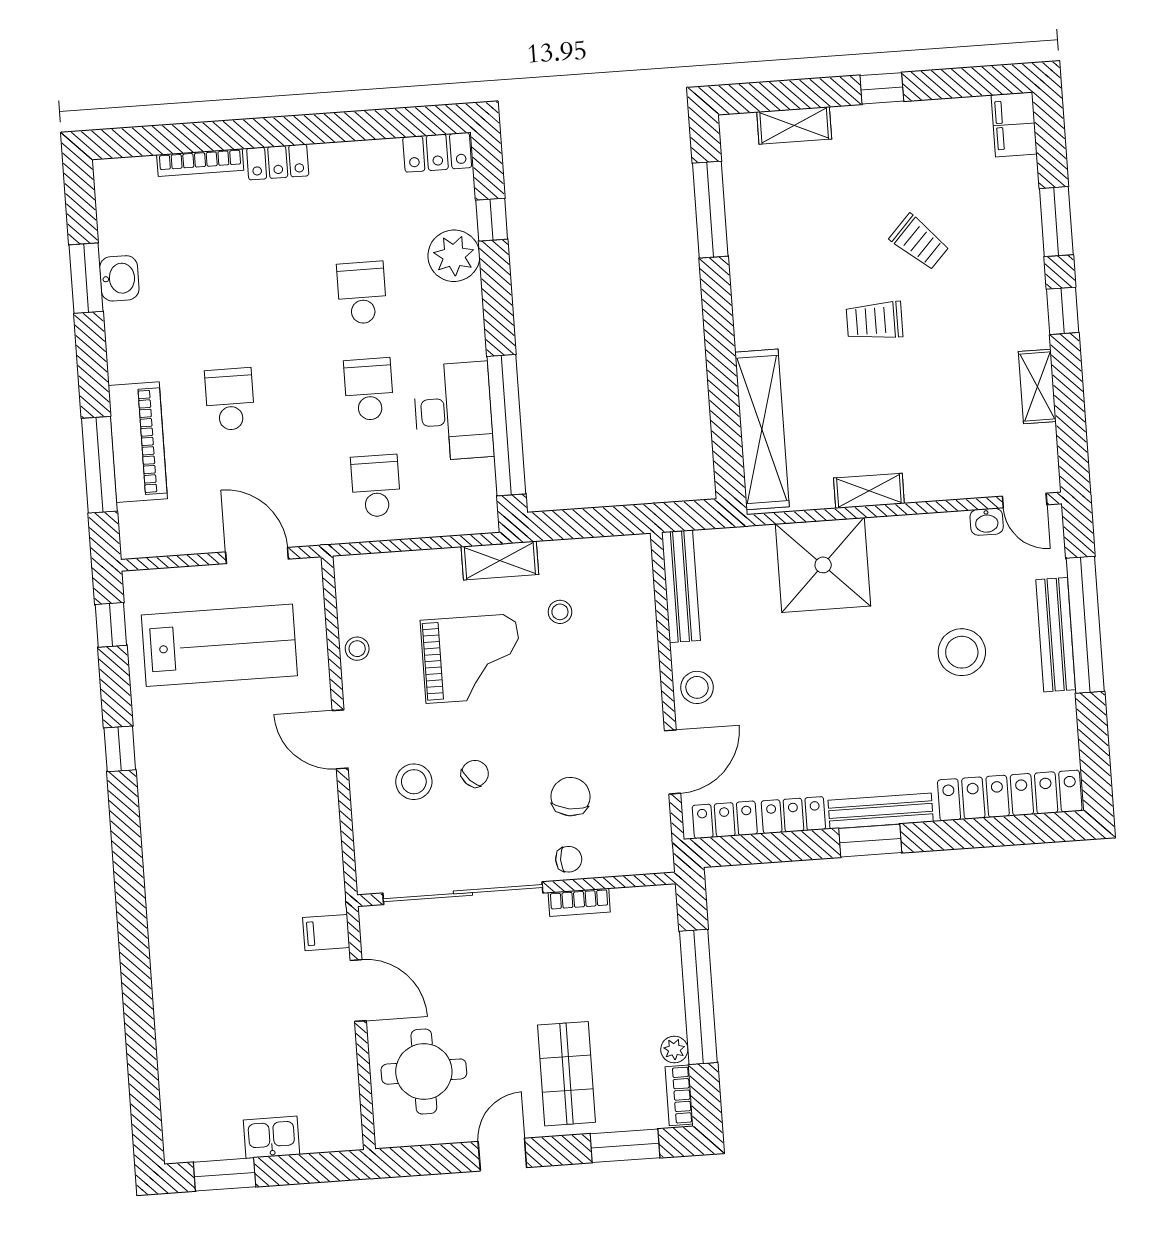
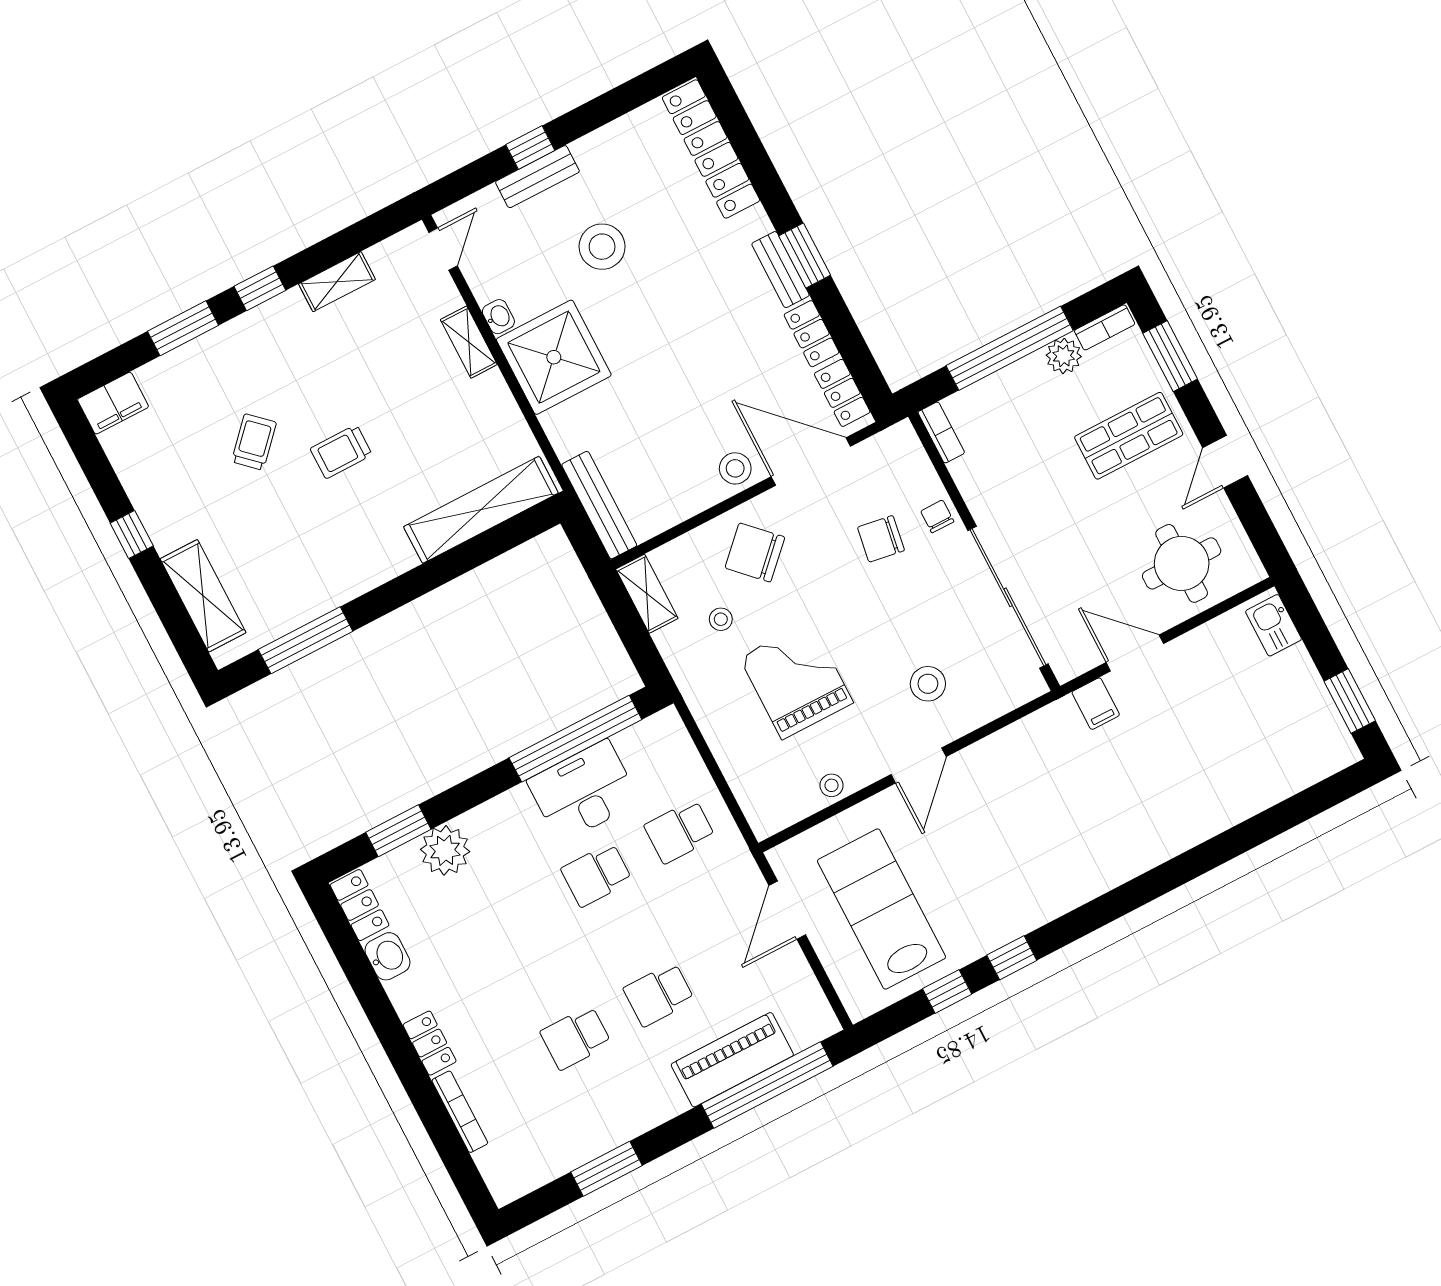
shelving: (794, 125) -> (203, 596), width x1.50, depth x1.33
window: (492, 220) -> (398, 831), width x1.50
washbasin: (119, 278) -> (388, 956), moved, turned 90
school desk: (362, 293) -> (576, 1038), moved
trolley: (874, 321) -> (341, 452), turned 90
window: (99, 465) -> (767, 1085), width x1.46
shelving: (869, 491) -> (469, 342), moved
washbasin: (987, 522) -> (498, 317), moved
shelving: (500, 560) -> (647, 594), moved
shower: (823, 565) -> (554, 357), moved
bench: (681, 586) -> (599, 505), moved, turned 90
window: (111, 625) -> (947, 991), moved
window: (1085, 625) -> (530, 148), width x0.32
bench: (1056, 635) -> (537, 177), width x0.73
door: (673, 762) -> (811, 461), width x1.36
chair: (475, 774) -> (755, 553), moved, width x1.87, depth x1.87
bench: (881, 811) -> (780, 270), width x0.73
bookcase: (579, 902) -> (941, 432), moved
door: (358, 990) -> (1135, 653), hinge flipped
plant: (674, 1049) -> (1064, 356), width x1.38, depth x1.38
kitchen sink: (272, 1137) -> (1273, 625), moved
door: (502, 1155) -> (1225, 462), hinge flipped

